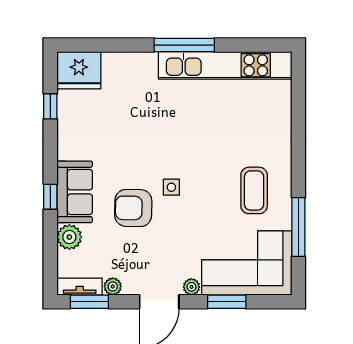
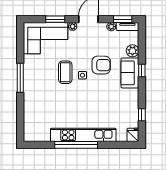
window: (184, 45) -> (76, 145), width x1.46
kitchen unit: (225, 65) -> (83, 135), moved
fridge: (79, 70) -> (133, 135), width x0.53, depth x0.75
coffee table: (254, 190) -> (65, 72), moved
window: (298, 227) -> (20, 78), moved

